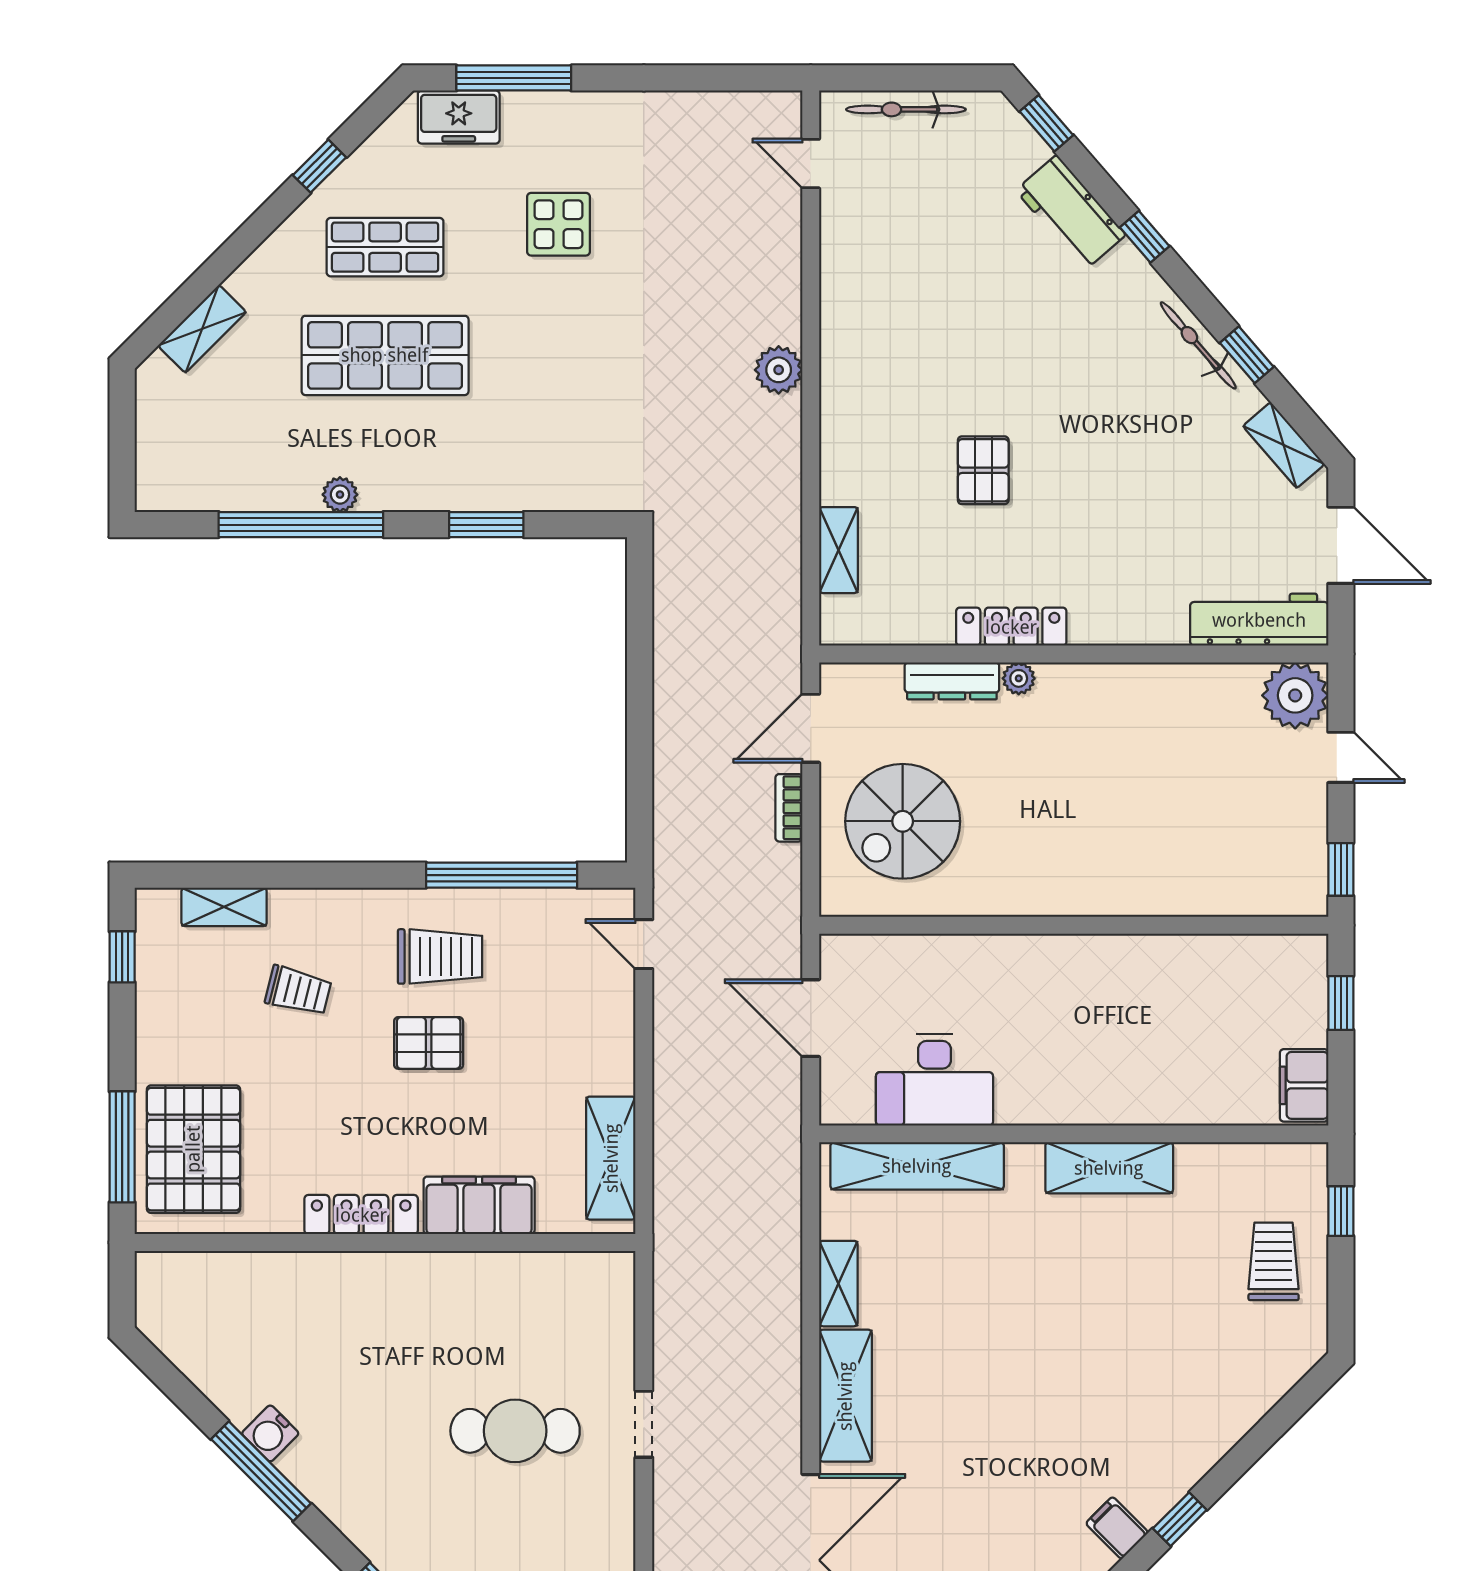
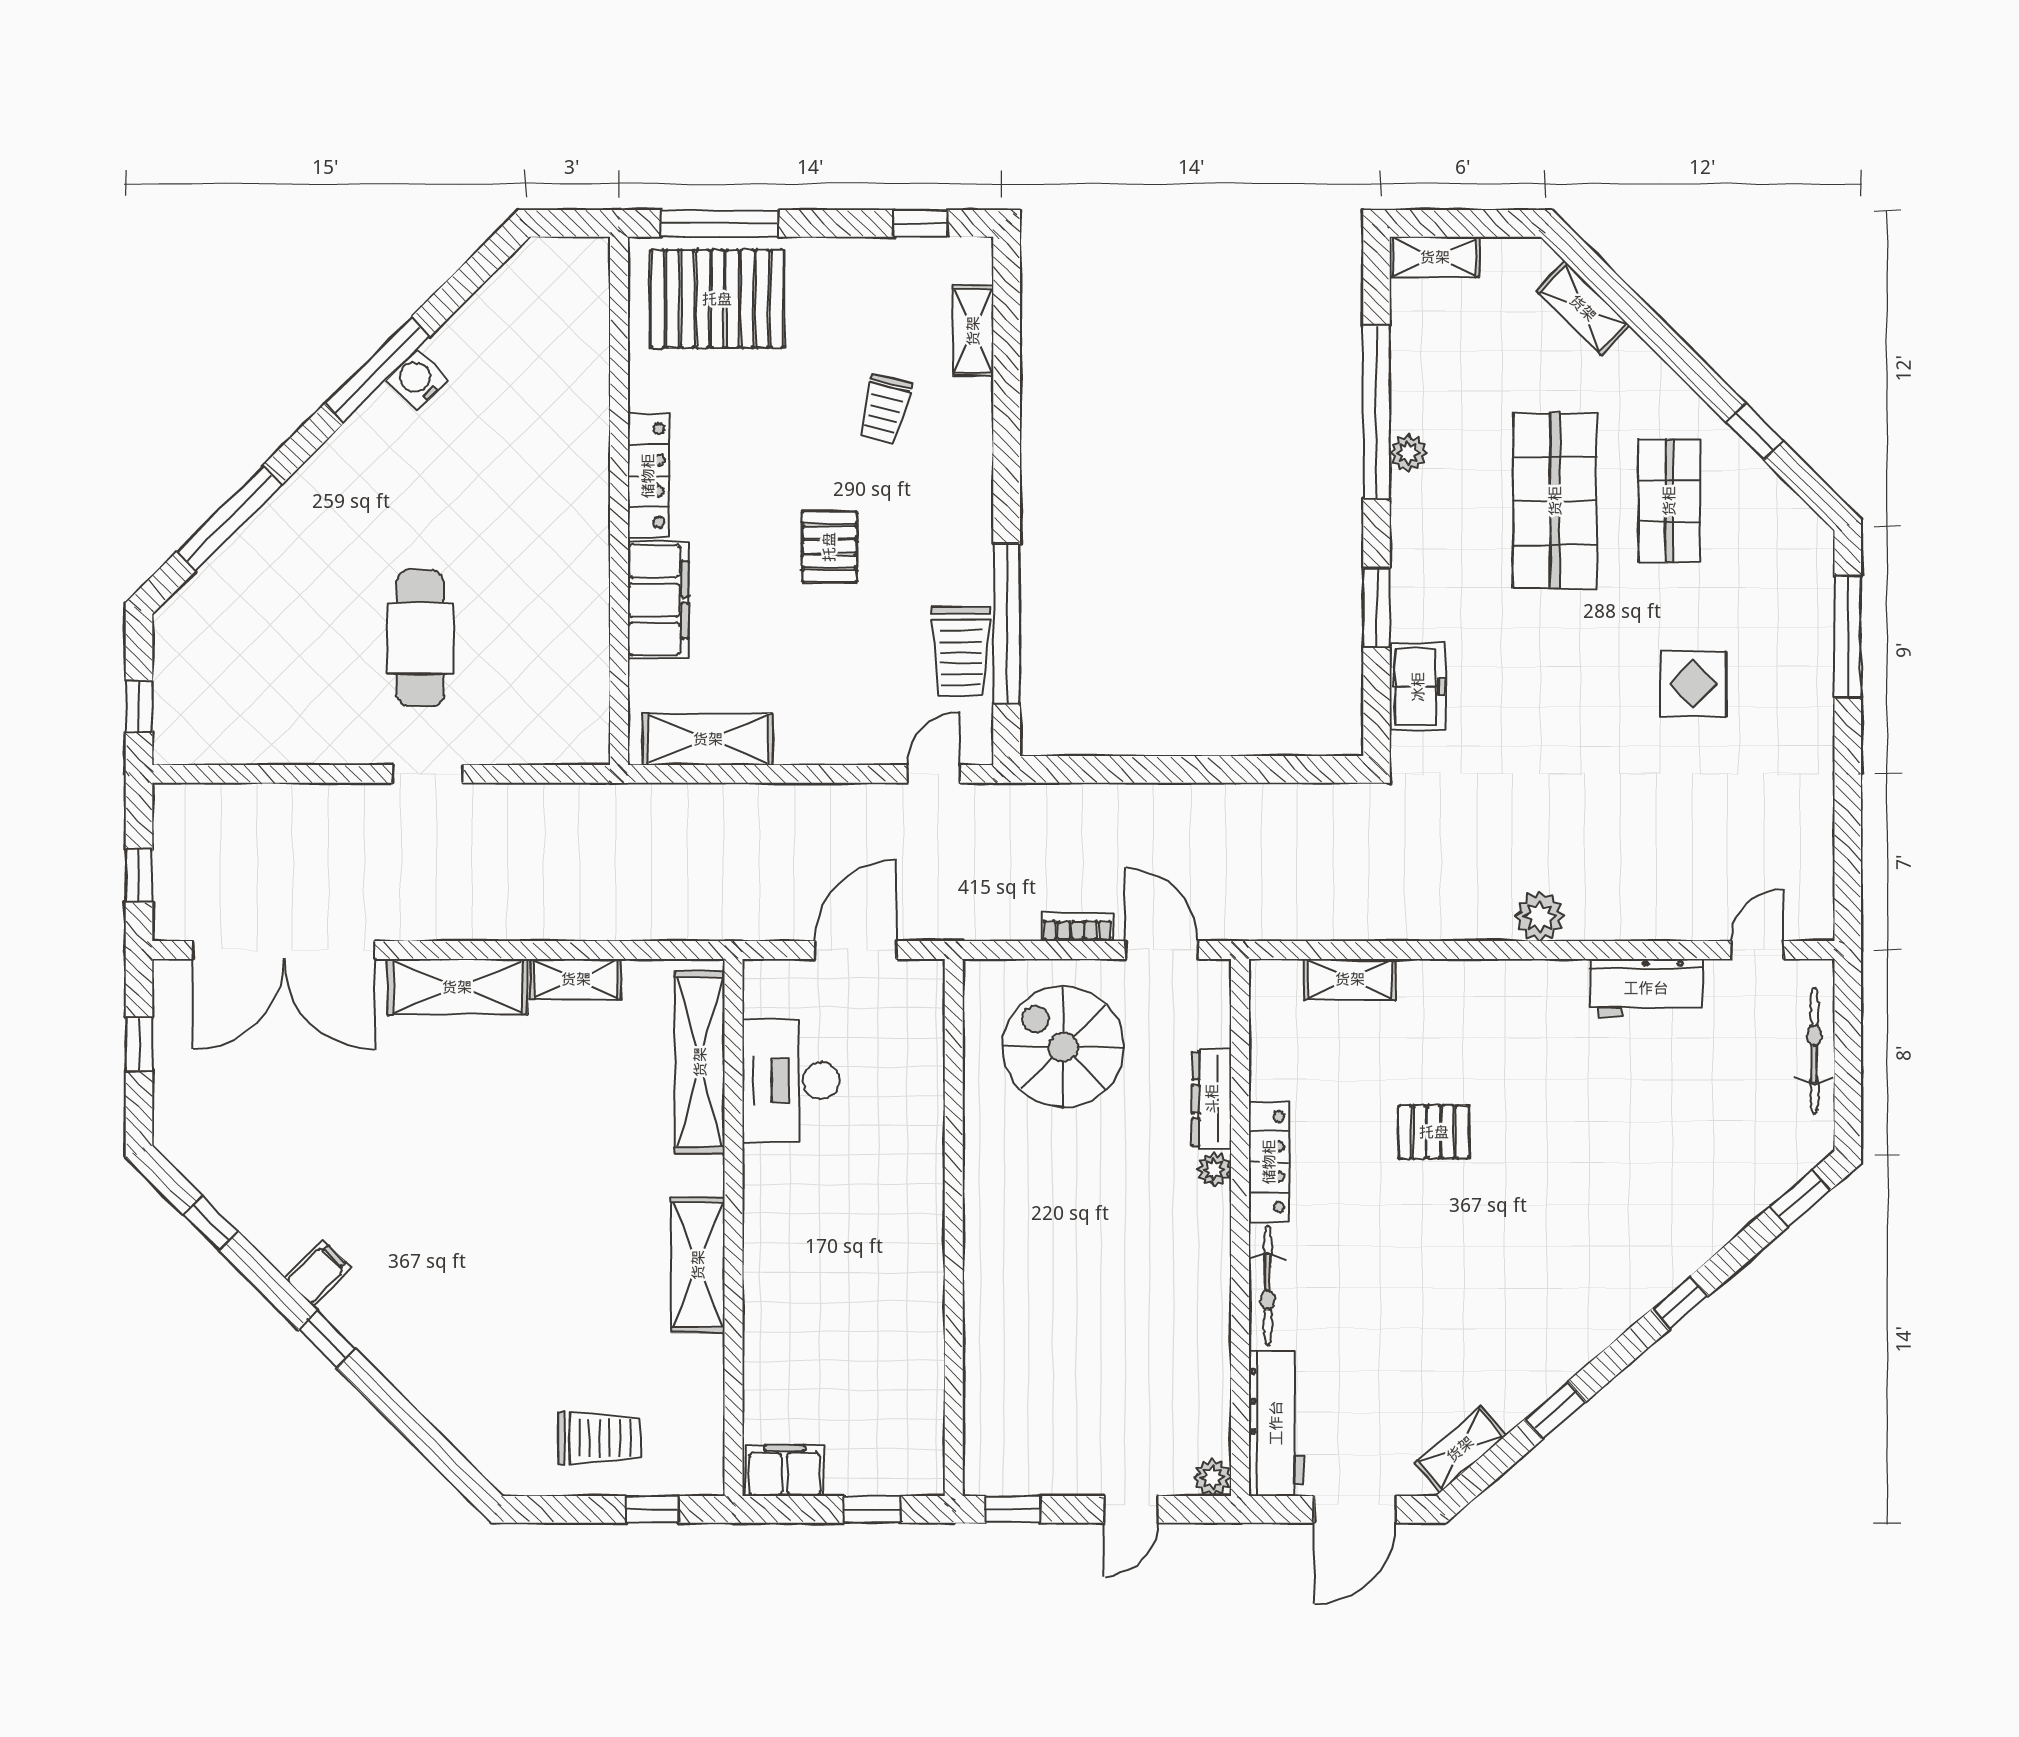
freezer: (459, 117) -> (1418, 687), moved, turned 180
workbench: (1071, 213) -> (1646, 988), moved, turned -139
bicycle: (1198, 345) -> (1268, 1286), moved, turned 131
shelving: (154, 469) -> (1435, 257), added
plant: (1295, 695) -> (1213, 1477), width x0.53, depth x0.53
trolley: (440, 956) -> (961, 651), moved

